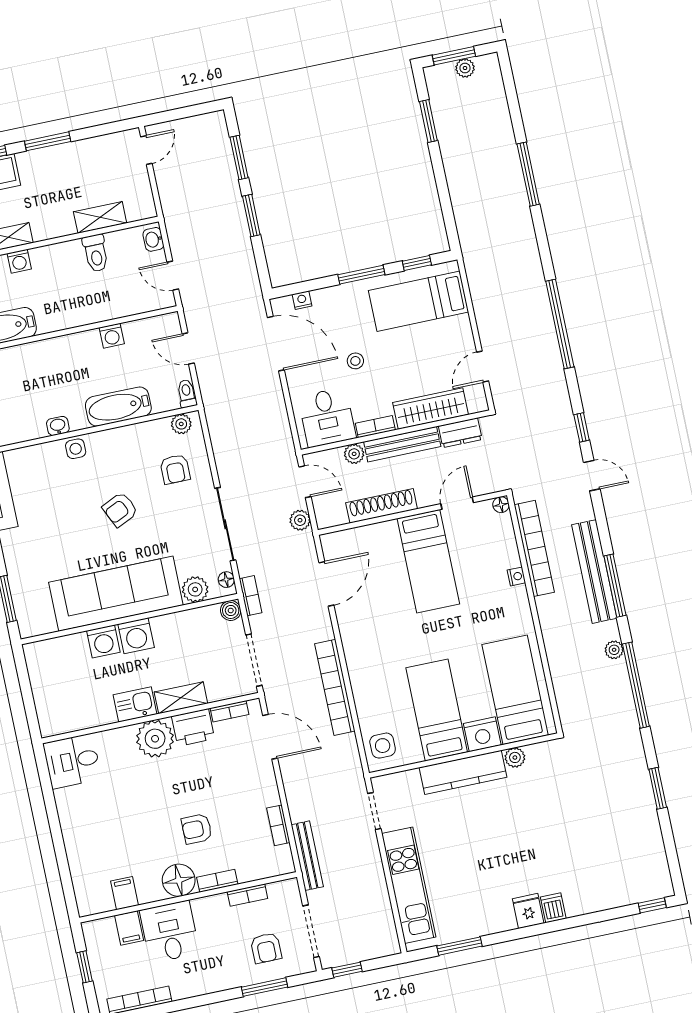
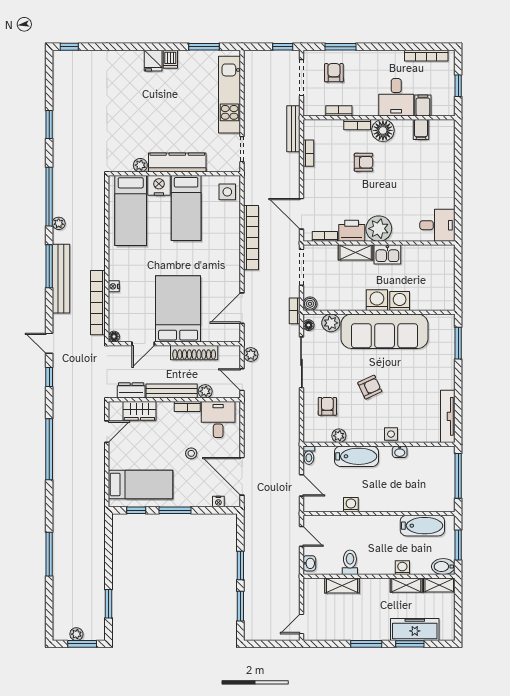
wardrobe: (431, 408) -> (139, 411), width x0.67
plant: (181, 424) -> (339, 436), moved
bed: (428, 561) -> (178, 309), width x1.50
dishwasher: (553, 908) -> (170, 59), moved

